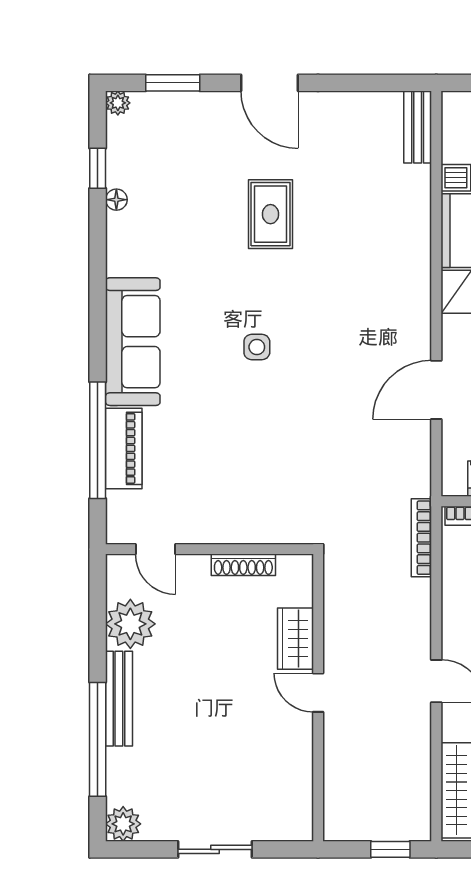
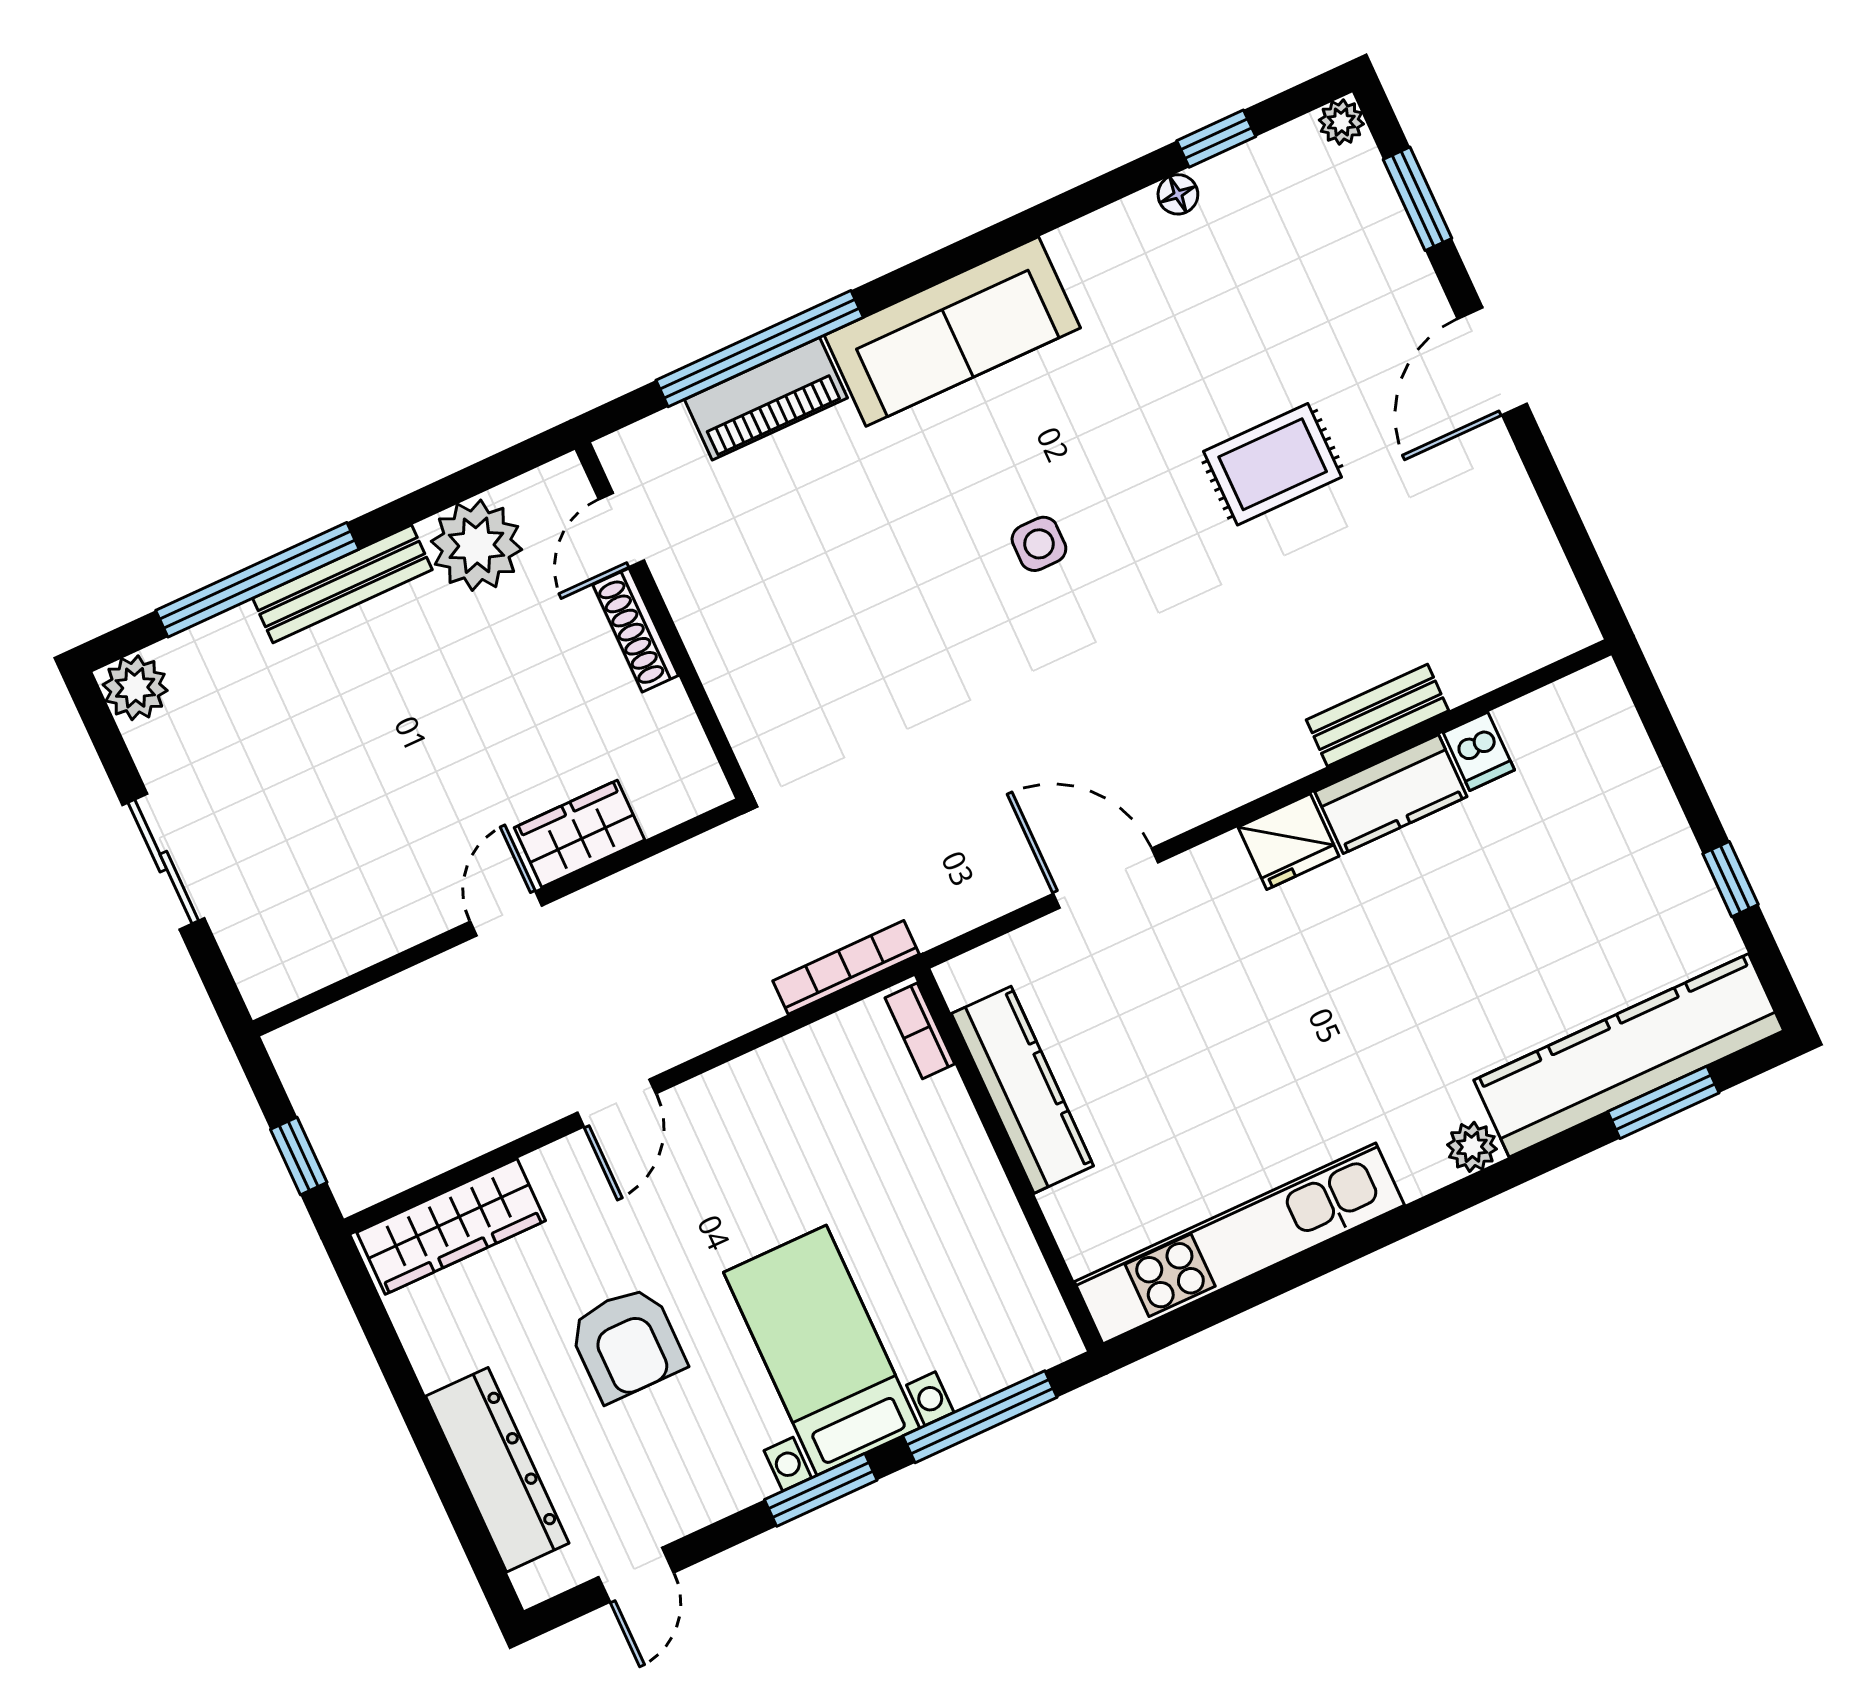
bench: (418, 127) -> (1377, 715), moved
shoe rack: (243, 565) -> (636, 630), moved

